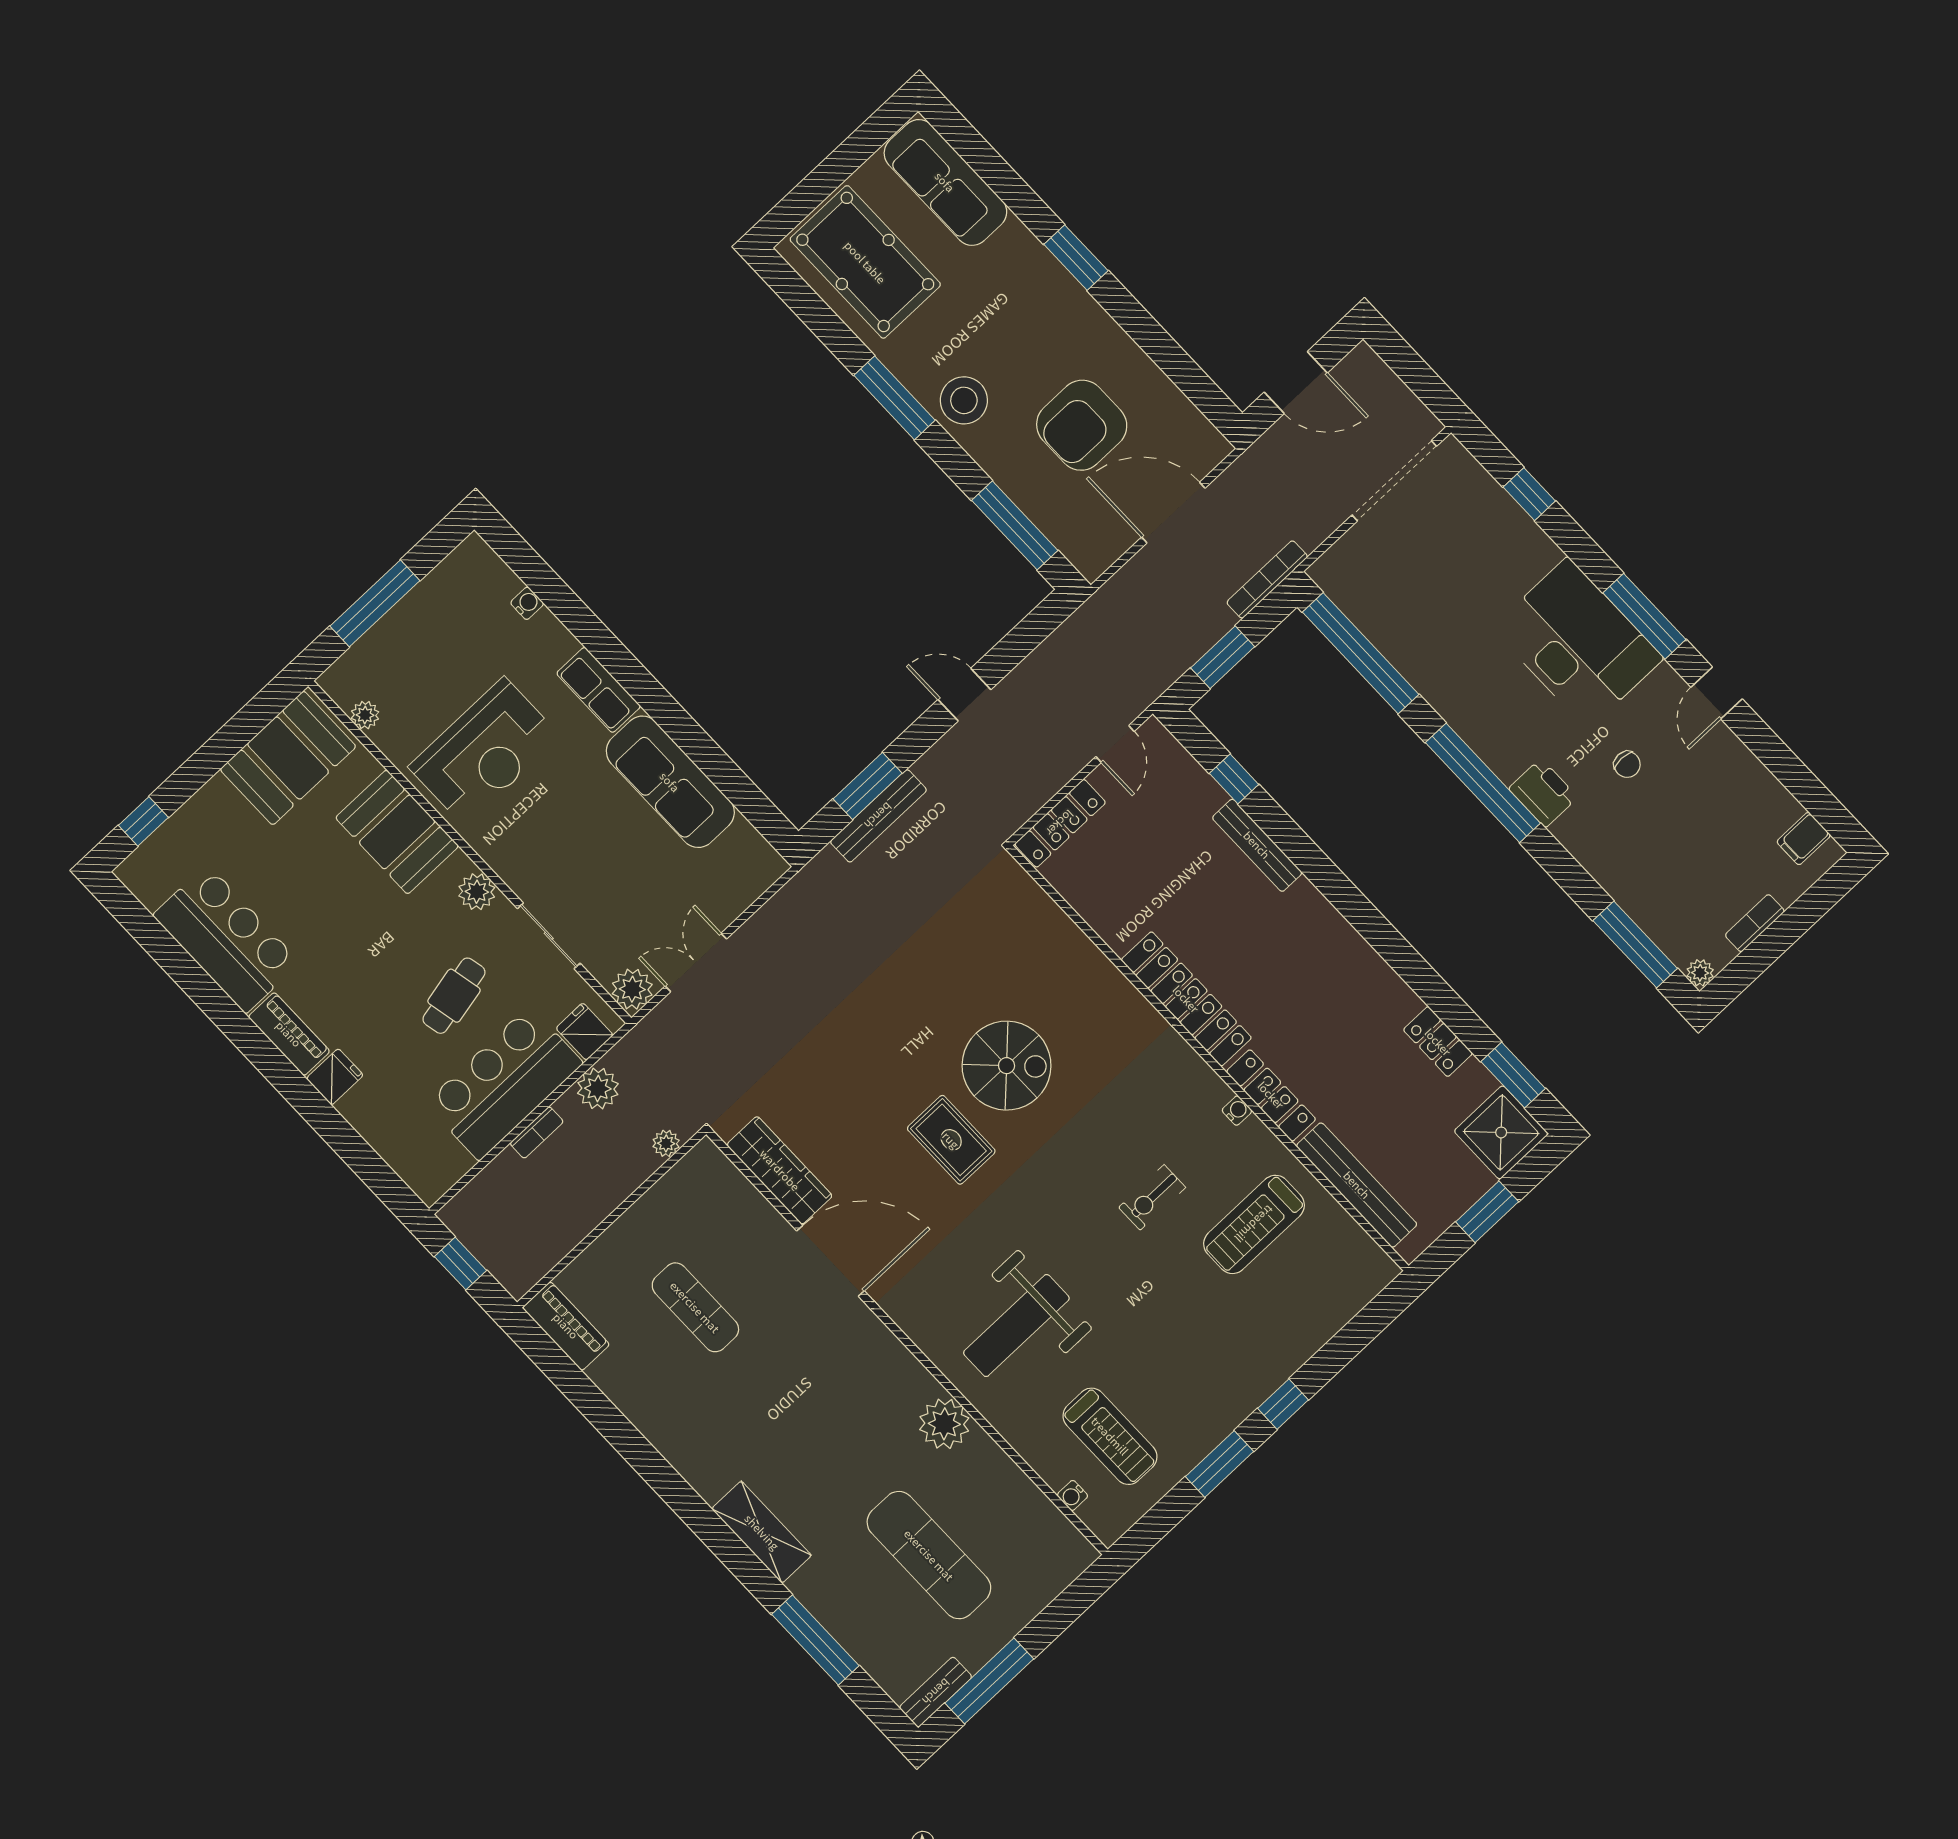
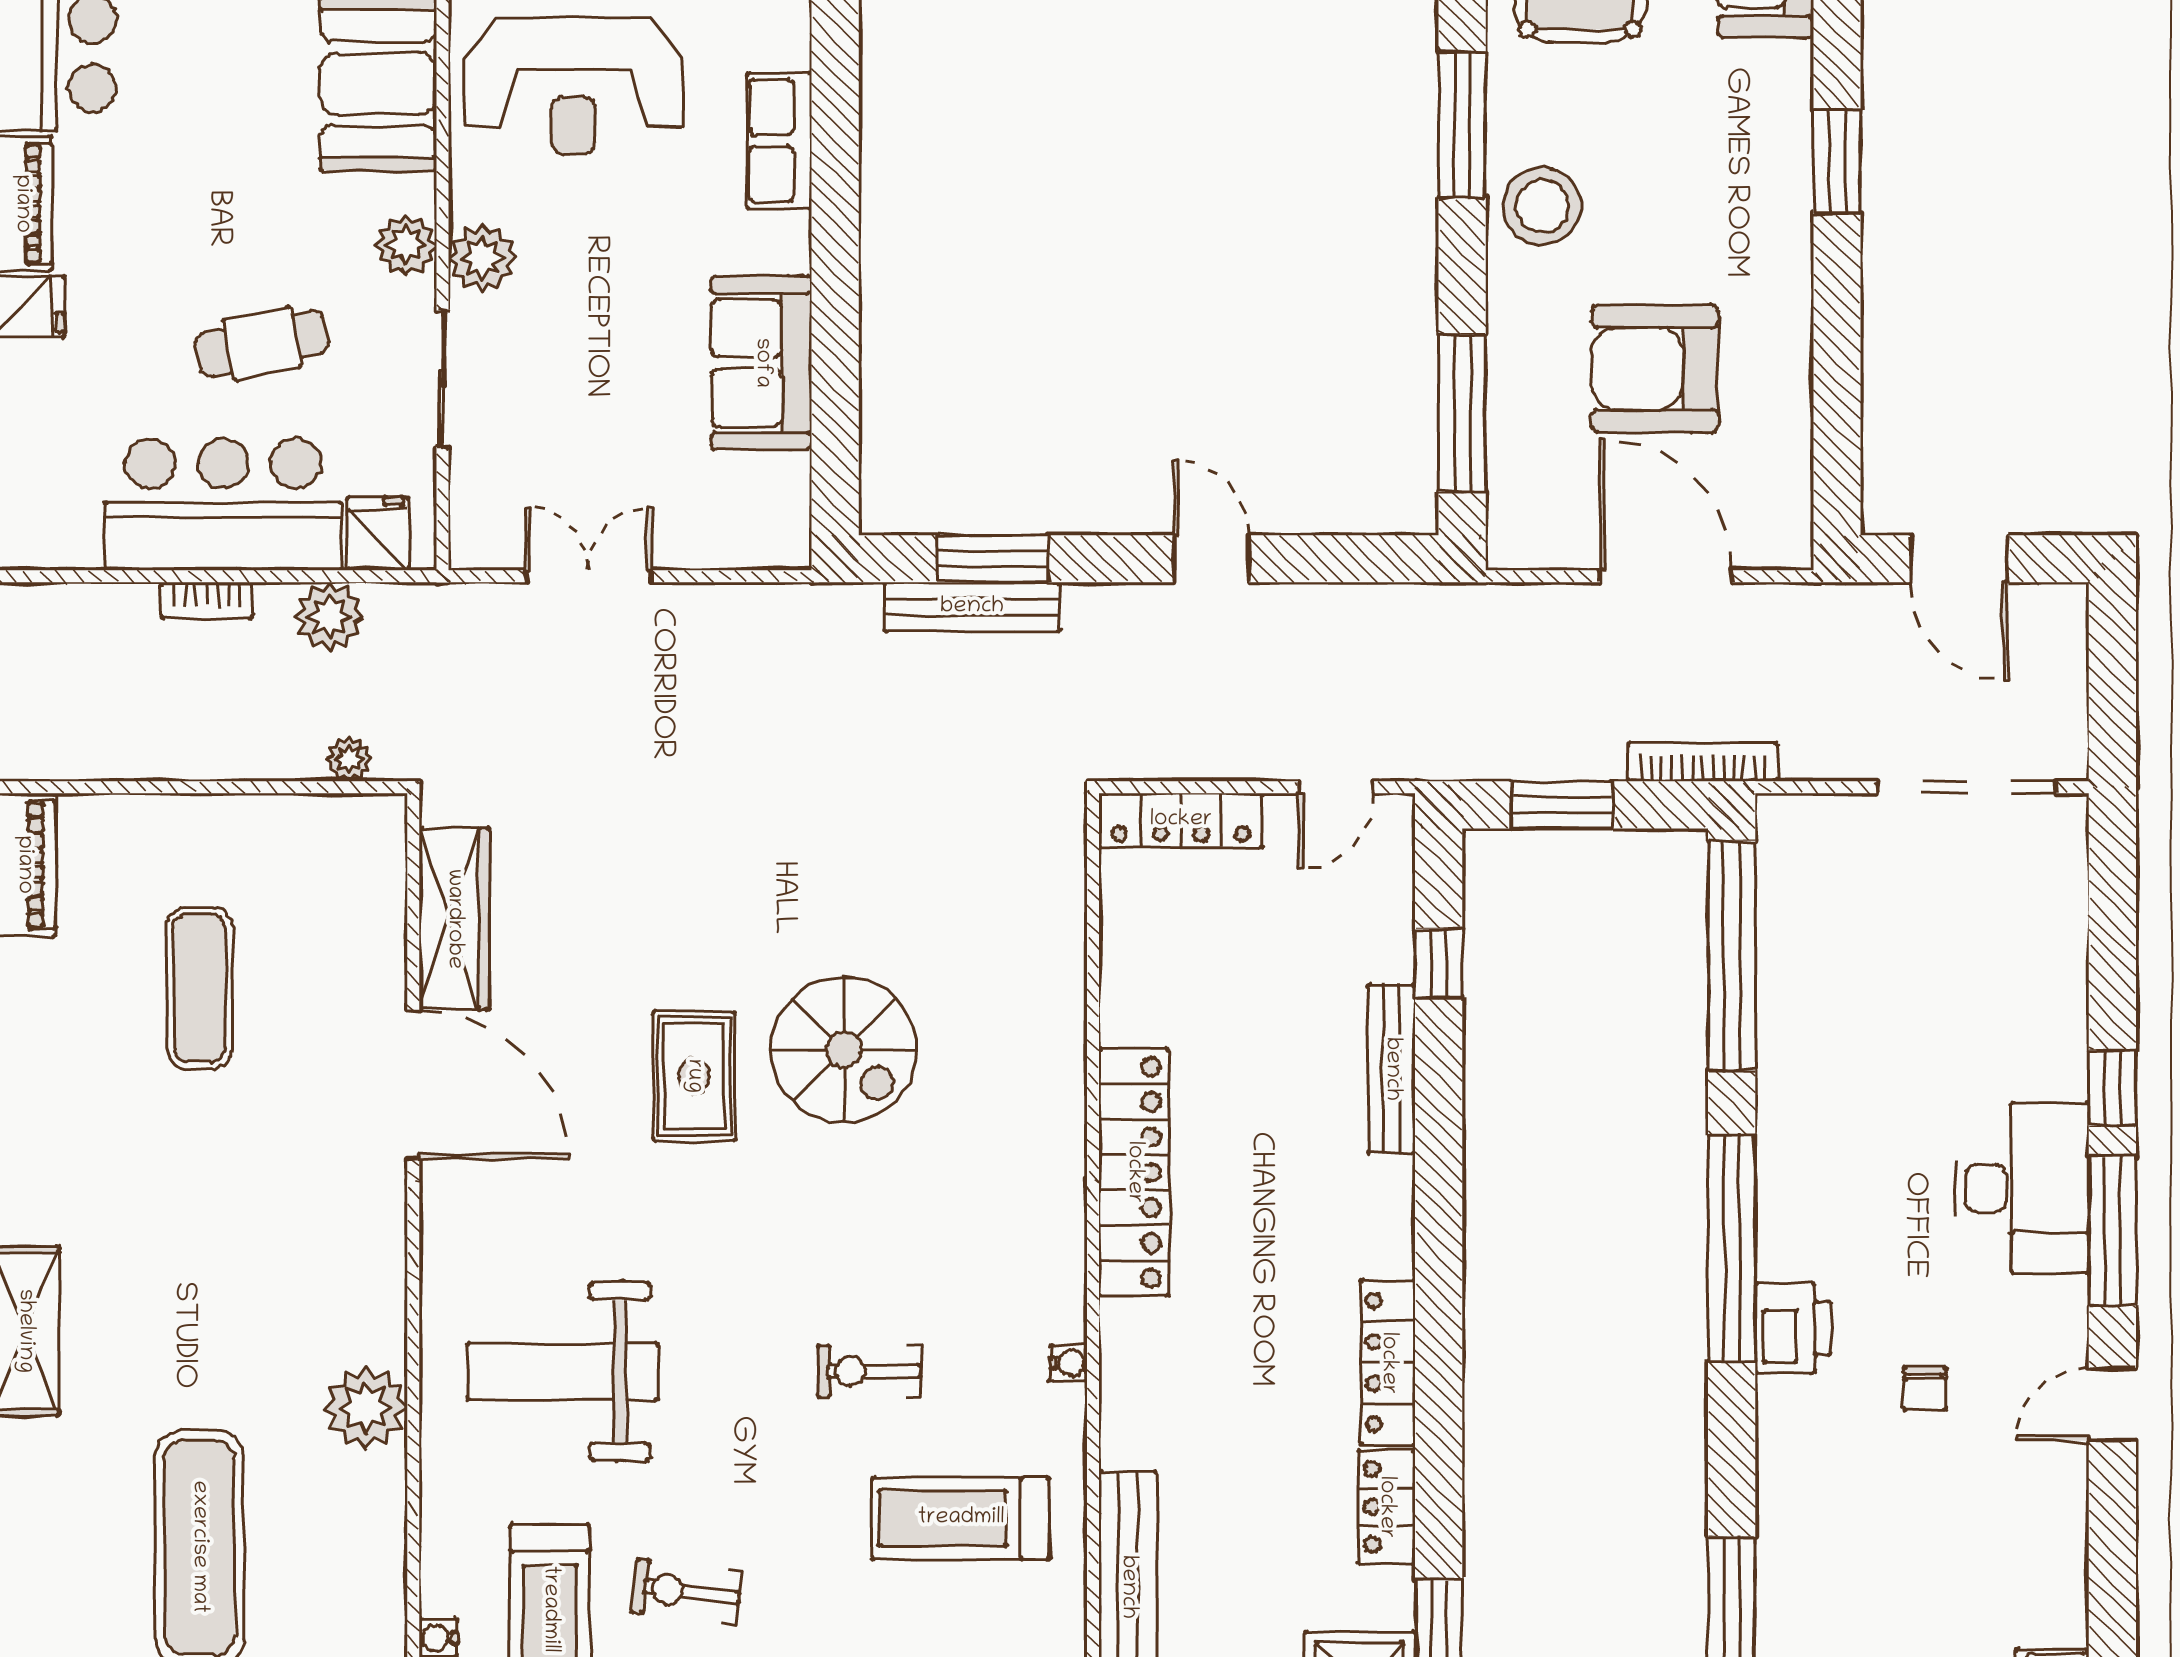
window: (1529, 494) -> (2112, 1088), moved
desk: (1578, 643) -> (2022, 1188), width x0.73, depth x0.77
sofa: (670, 782) -> (762, 363), width x0.73
plant: (632, 989) -> (482, 258), moved
locker: (1271, 1095) -> (1388, 1363), moved, turned 180
exercise bike: (1163, 1371) -> (687, 1592), added

